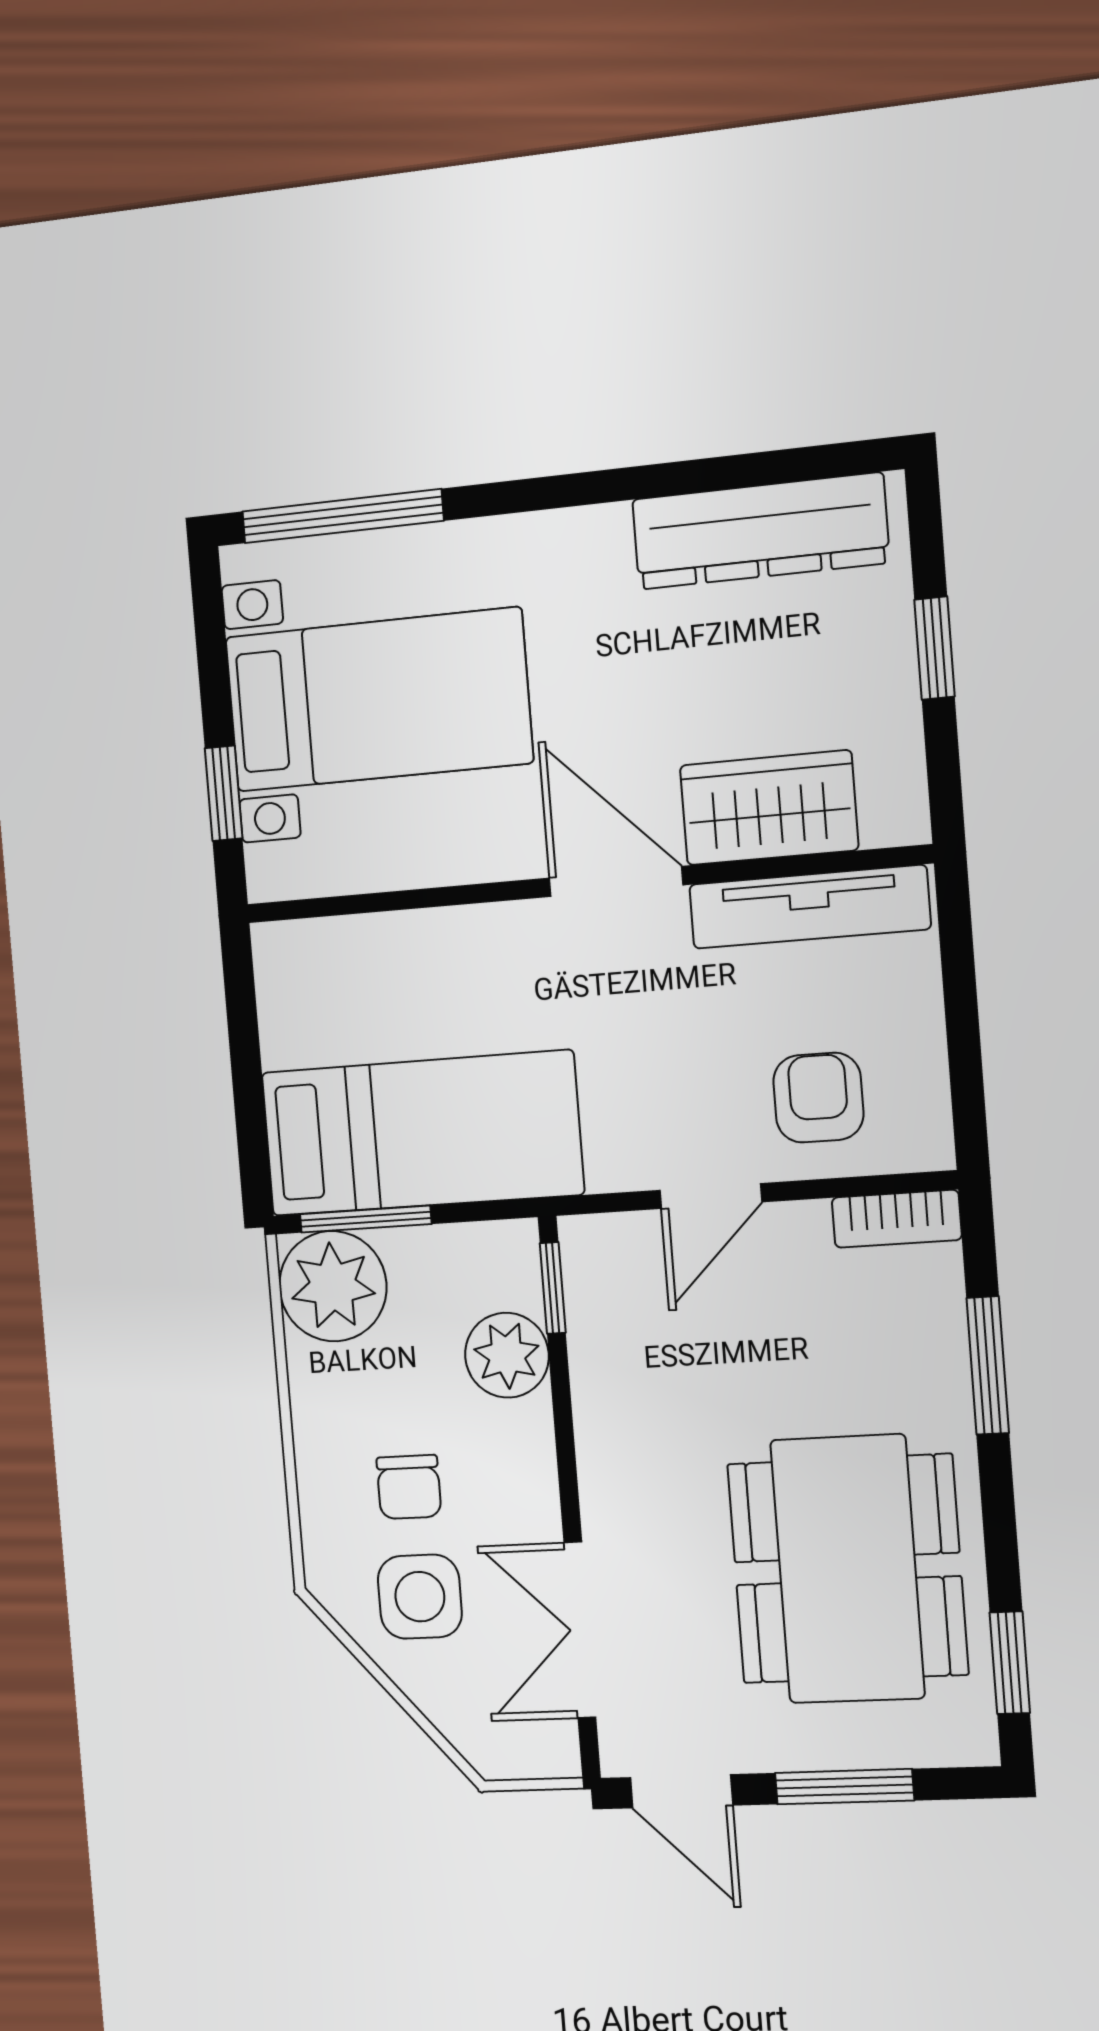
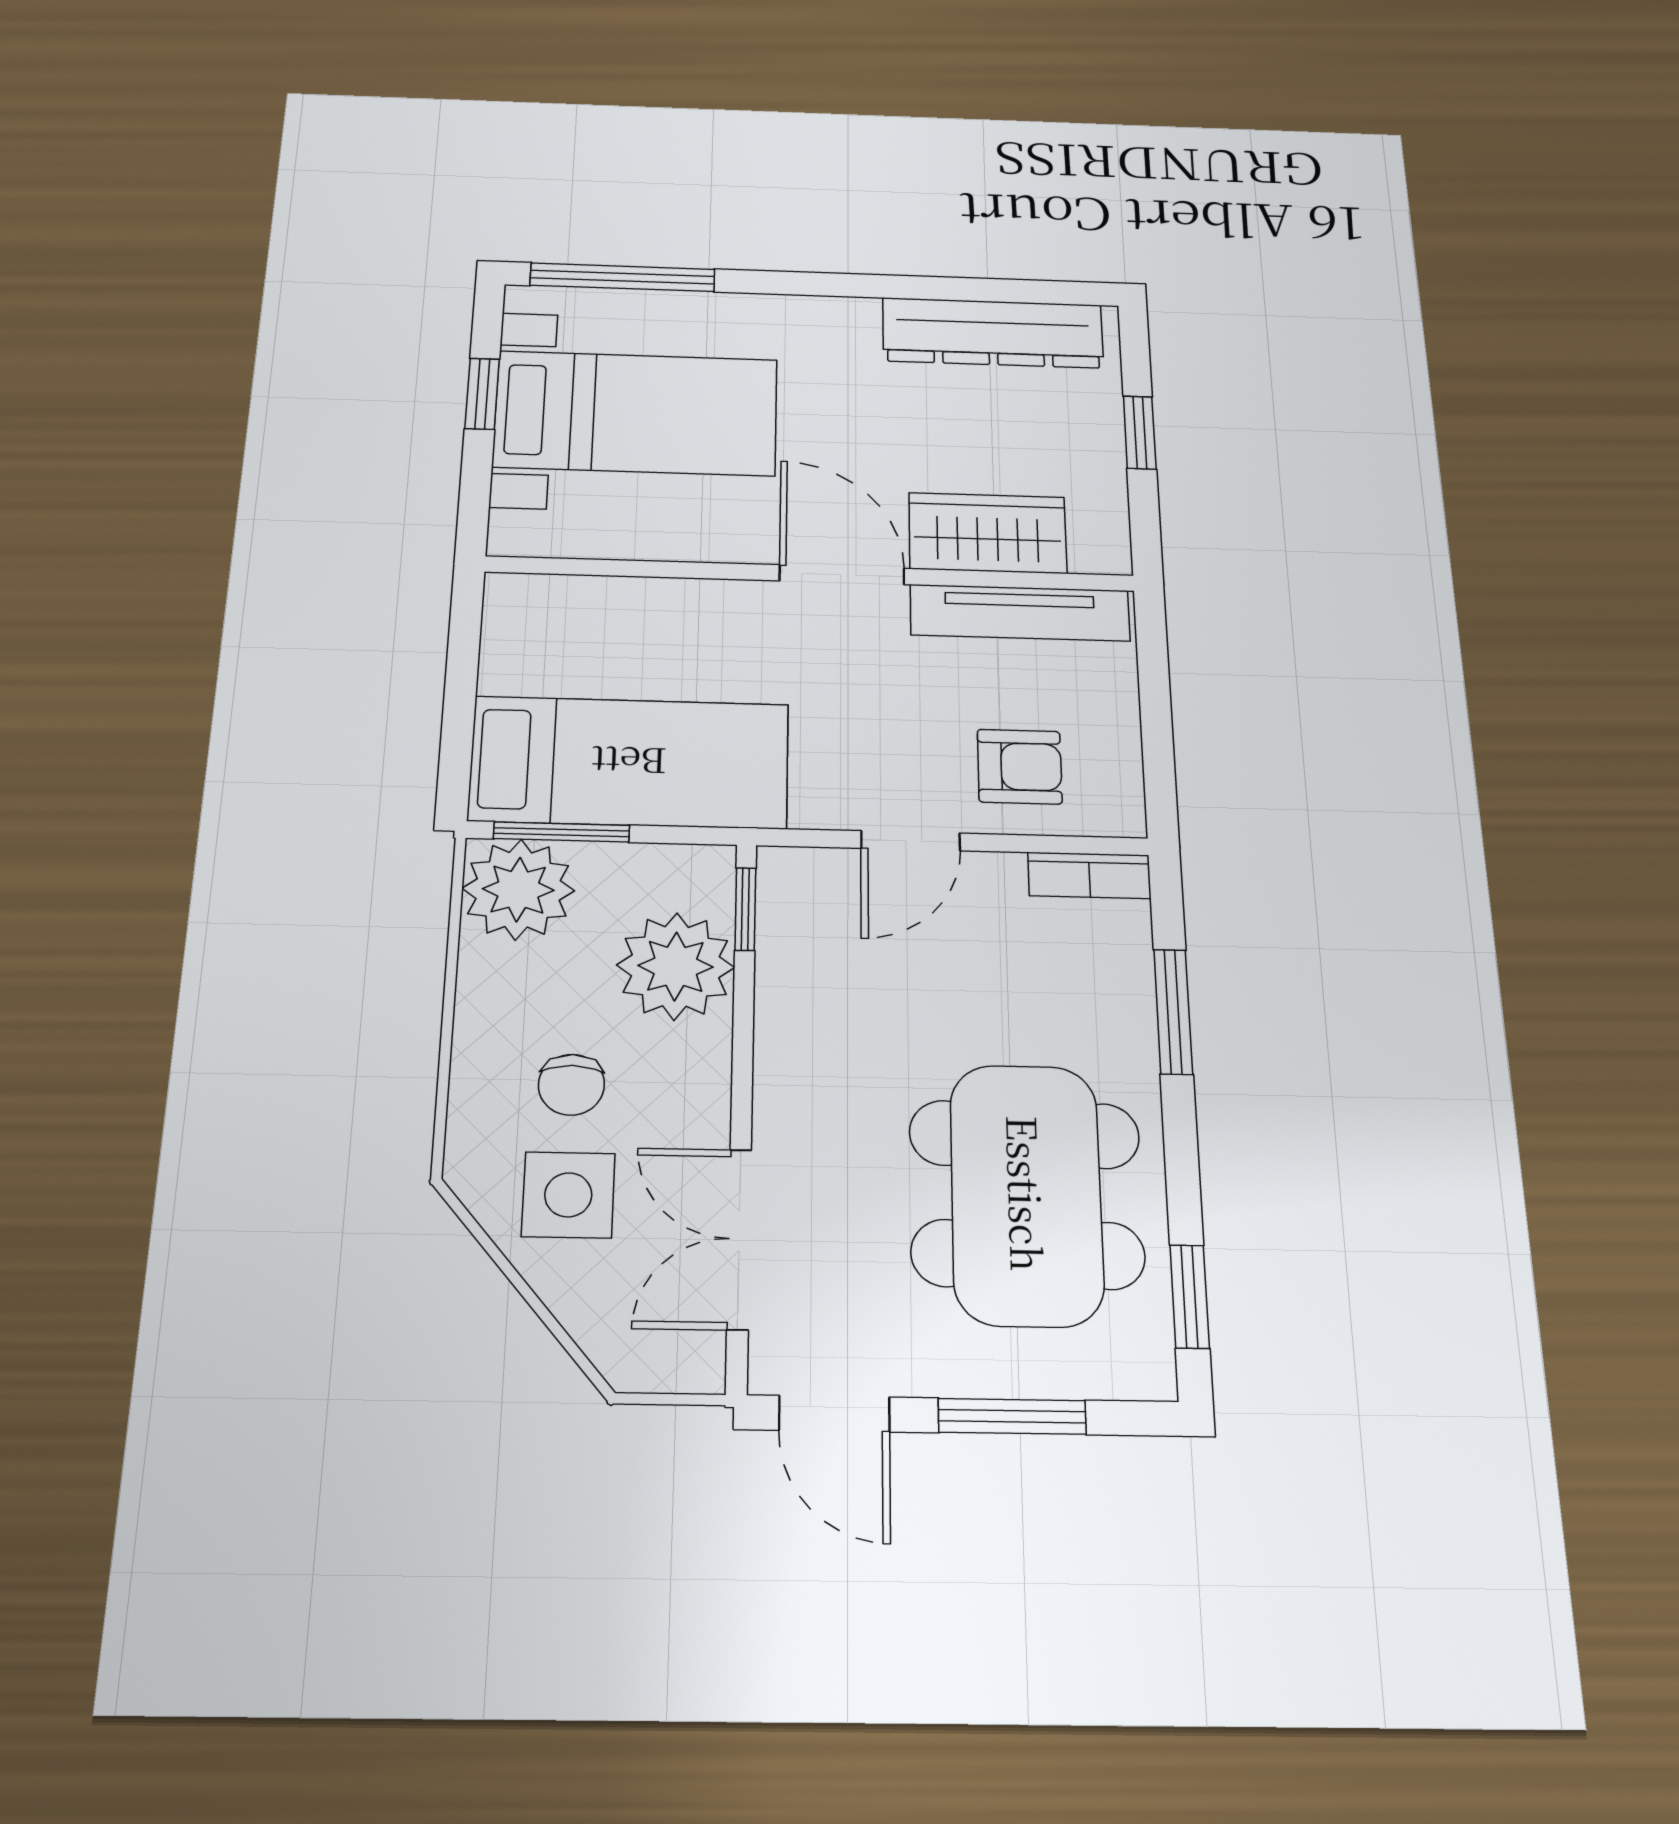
window: (224, 793) -> (482, 394), moved
armchair: (818, 1098) -> (1020, 767), turned 90
plant: (507, 1355) -> (676, 966), width x1.36, depth x1.36

